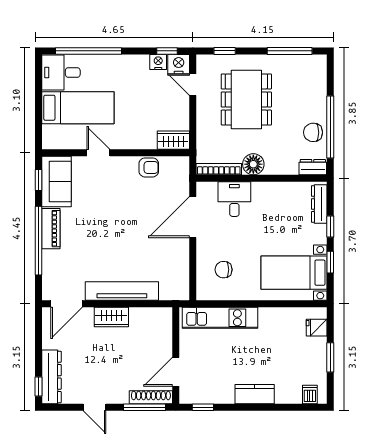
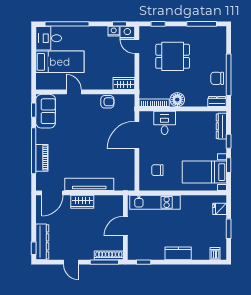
dining table: (246, 100) -> (173, 56), width x0.73
piano: (51, 229) -> (42, 158), moved
door: (176, 372) -> (125, 226), moved

